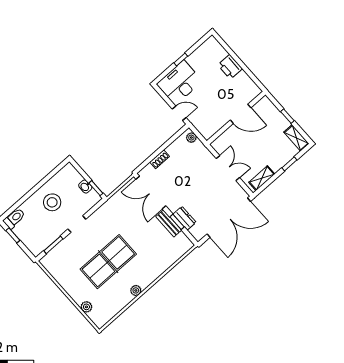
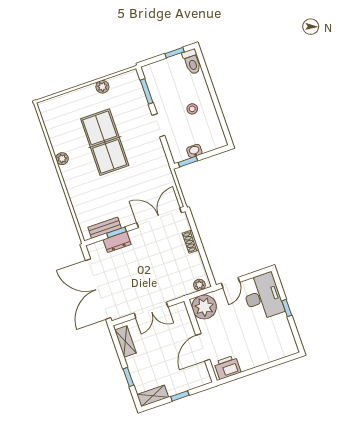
printer: (230, 67) -> (227, 367), moved
plant: (208, 126) -> (204, 307), added
stool: (52, 202) -> (192, 109), width x0.53, depth x0.53
bench: (169, 223) -> (105, 228), moved
plant: (86, 307) -> (102, 87), moved

